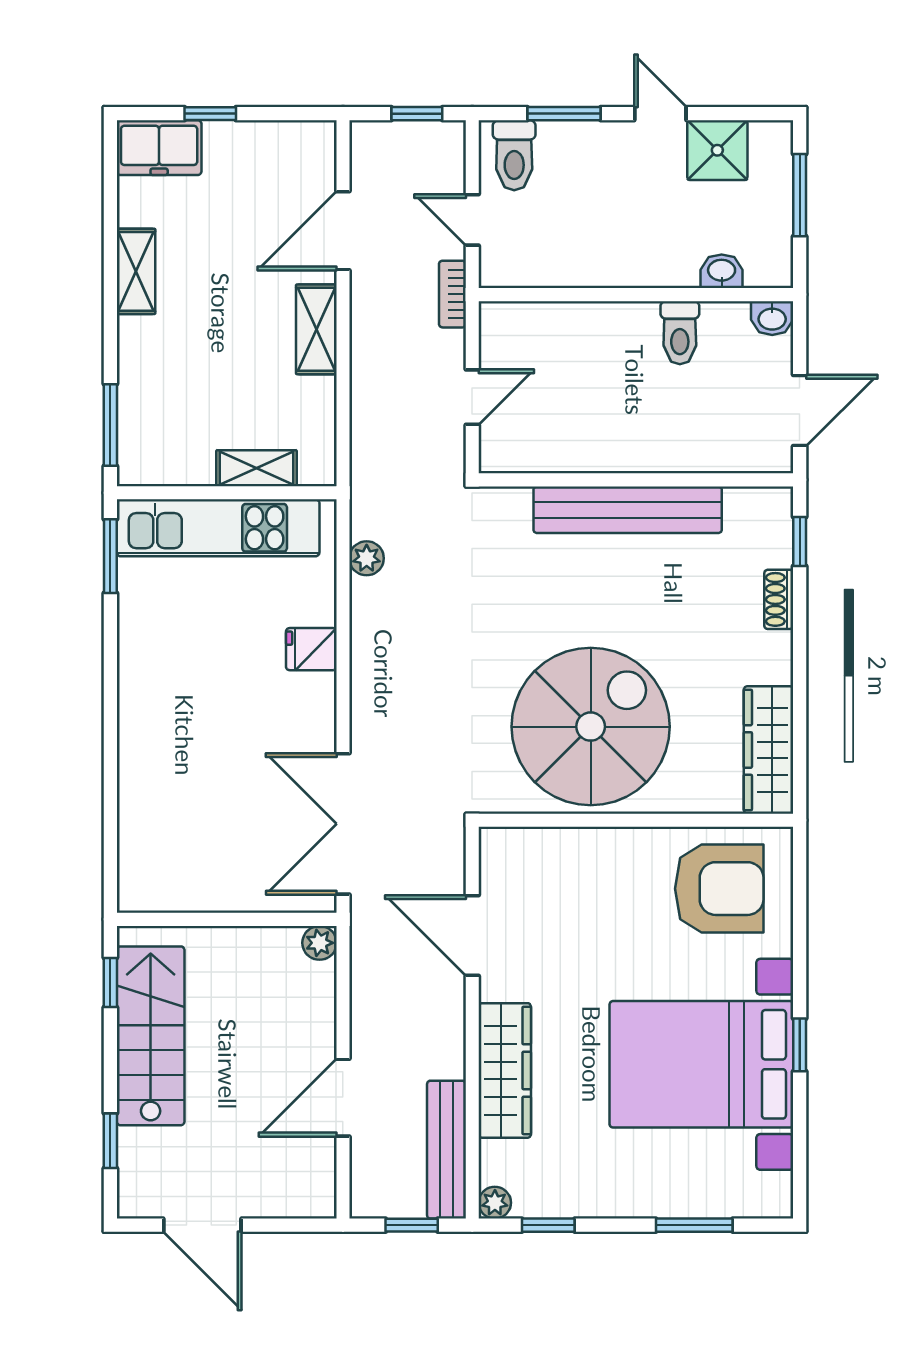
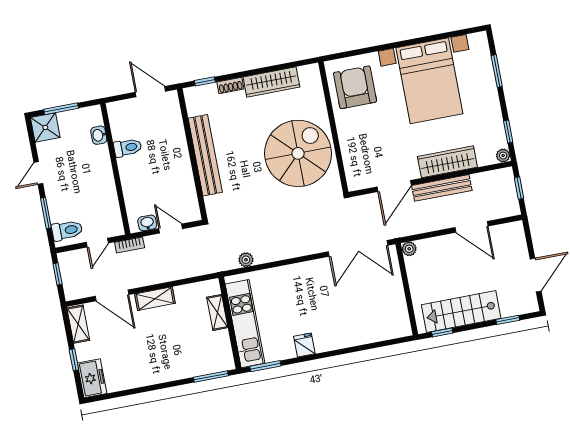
shower: (717, 150) -> (45, 127), moved
shelving: (136, 271) -> (78, 324), moved, turned 90
washbasin: (772, 318) -> (147, 223), moved, turned -90
fridge: (311, 649) -> (304, 345), moved, turned 180
spiral stairs: (591, 727) -> (298, 153), turned 90
wardrobe: (769, 750) -> (271, 82), moved
window: (800, 1045) -> (413, 42), removed
bench: (446, 1150) -> (442, 188), moved

